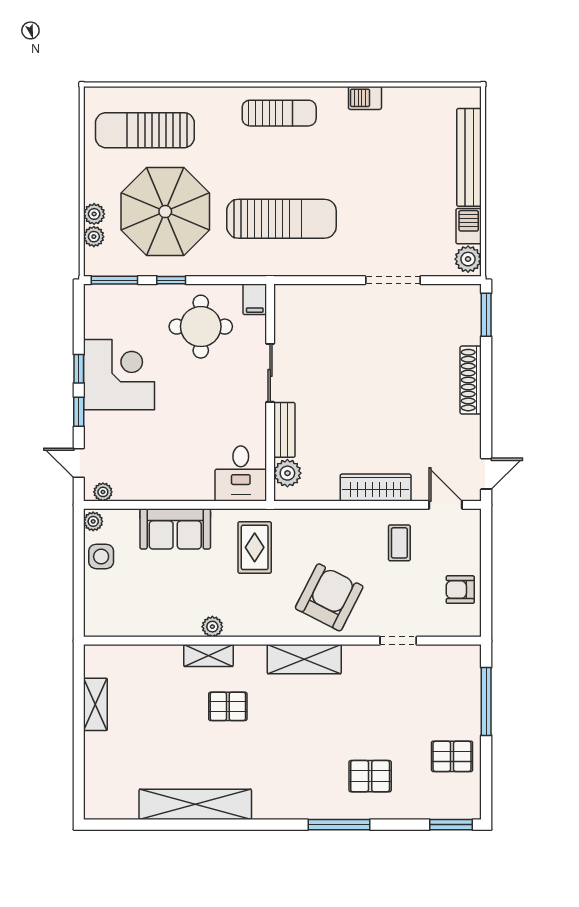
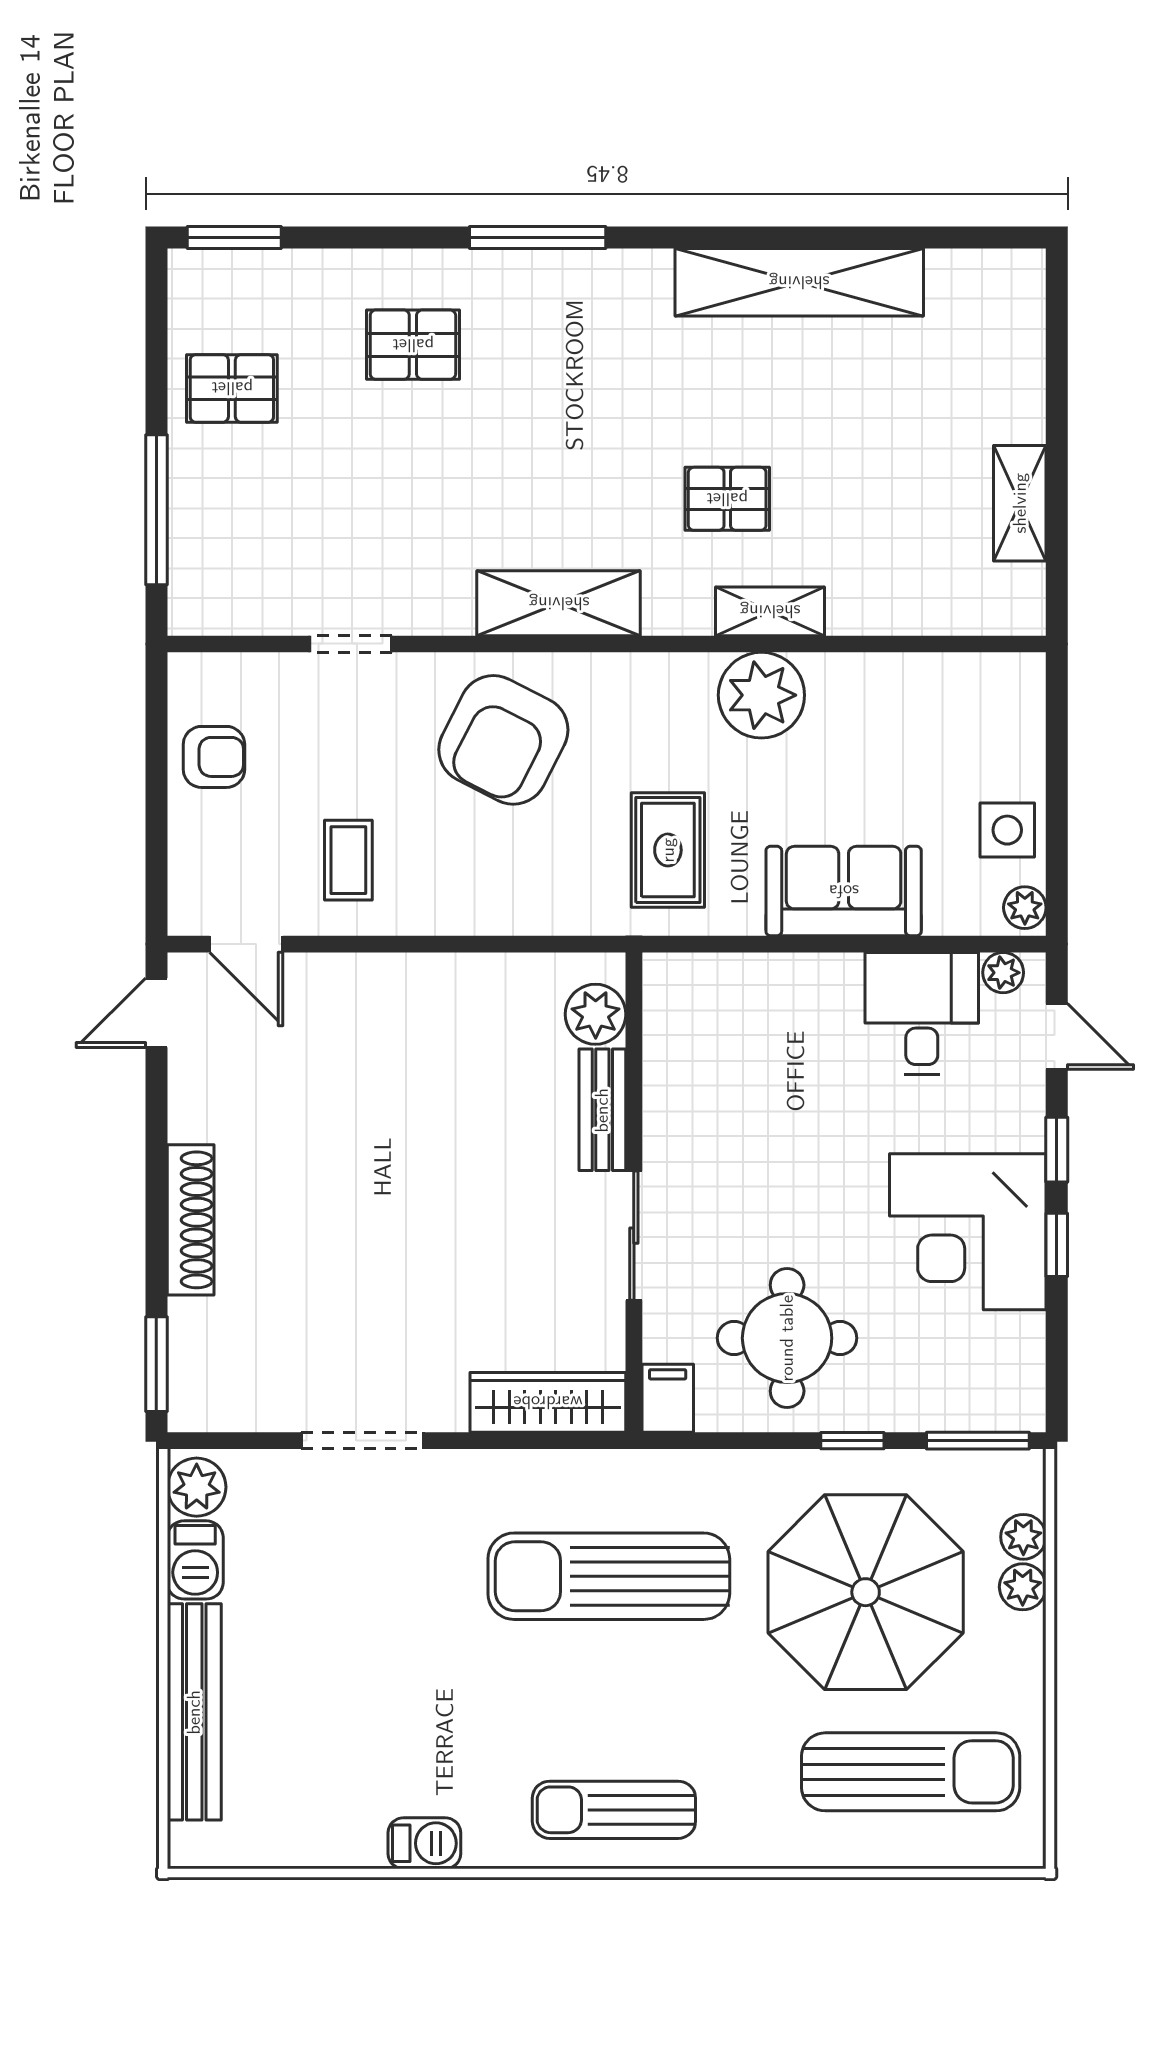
desk: (241, 474) -> (922, 1013), moved
wardrobe: (376, 488) -> (548, 1402), moved, turned 180
plant: (212, 627) -> (761, 695), width x1.88, depth x1.88
window: (339, 825) -> (538, 237), moved

